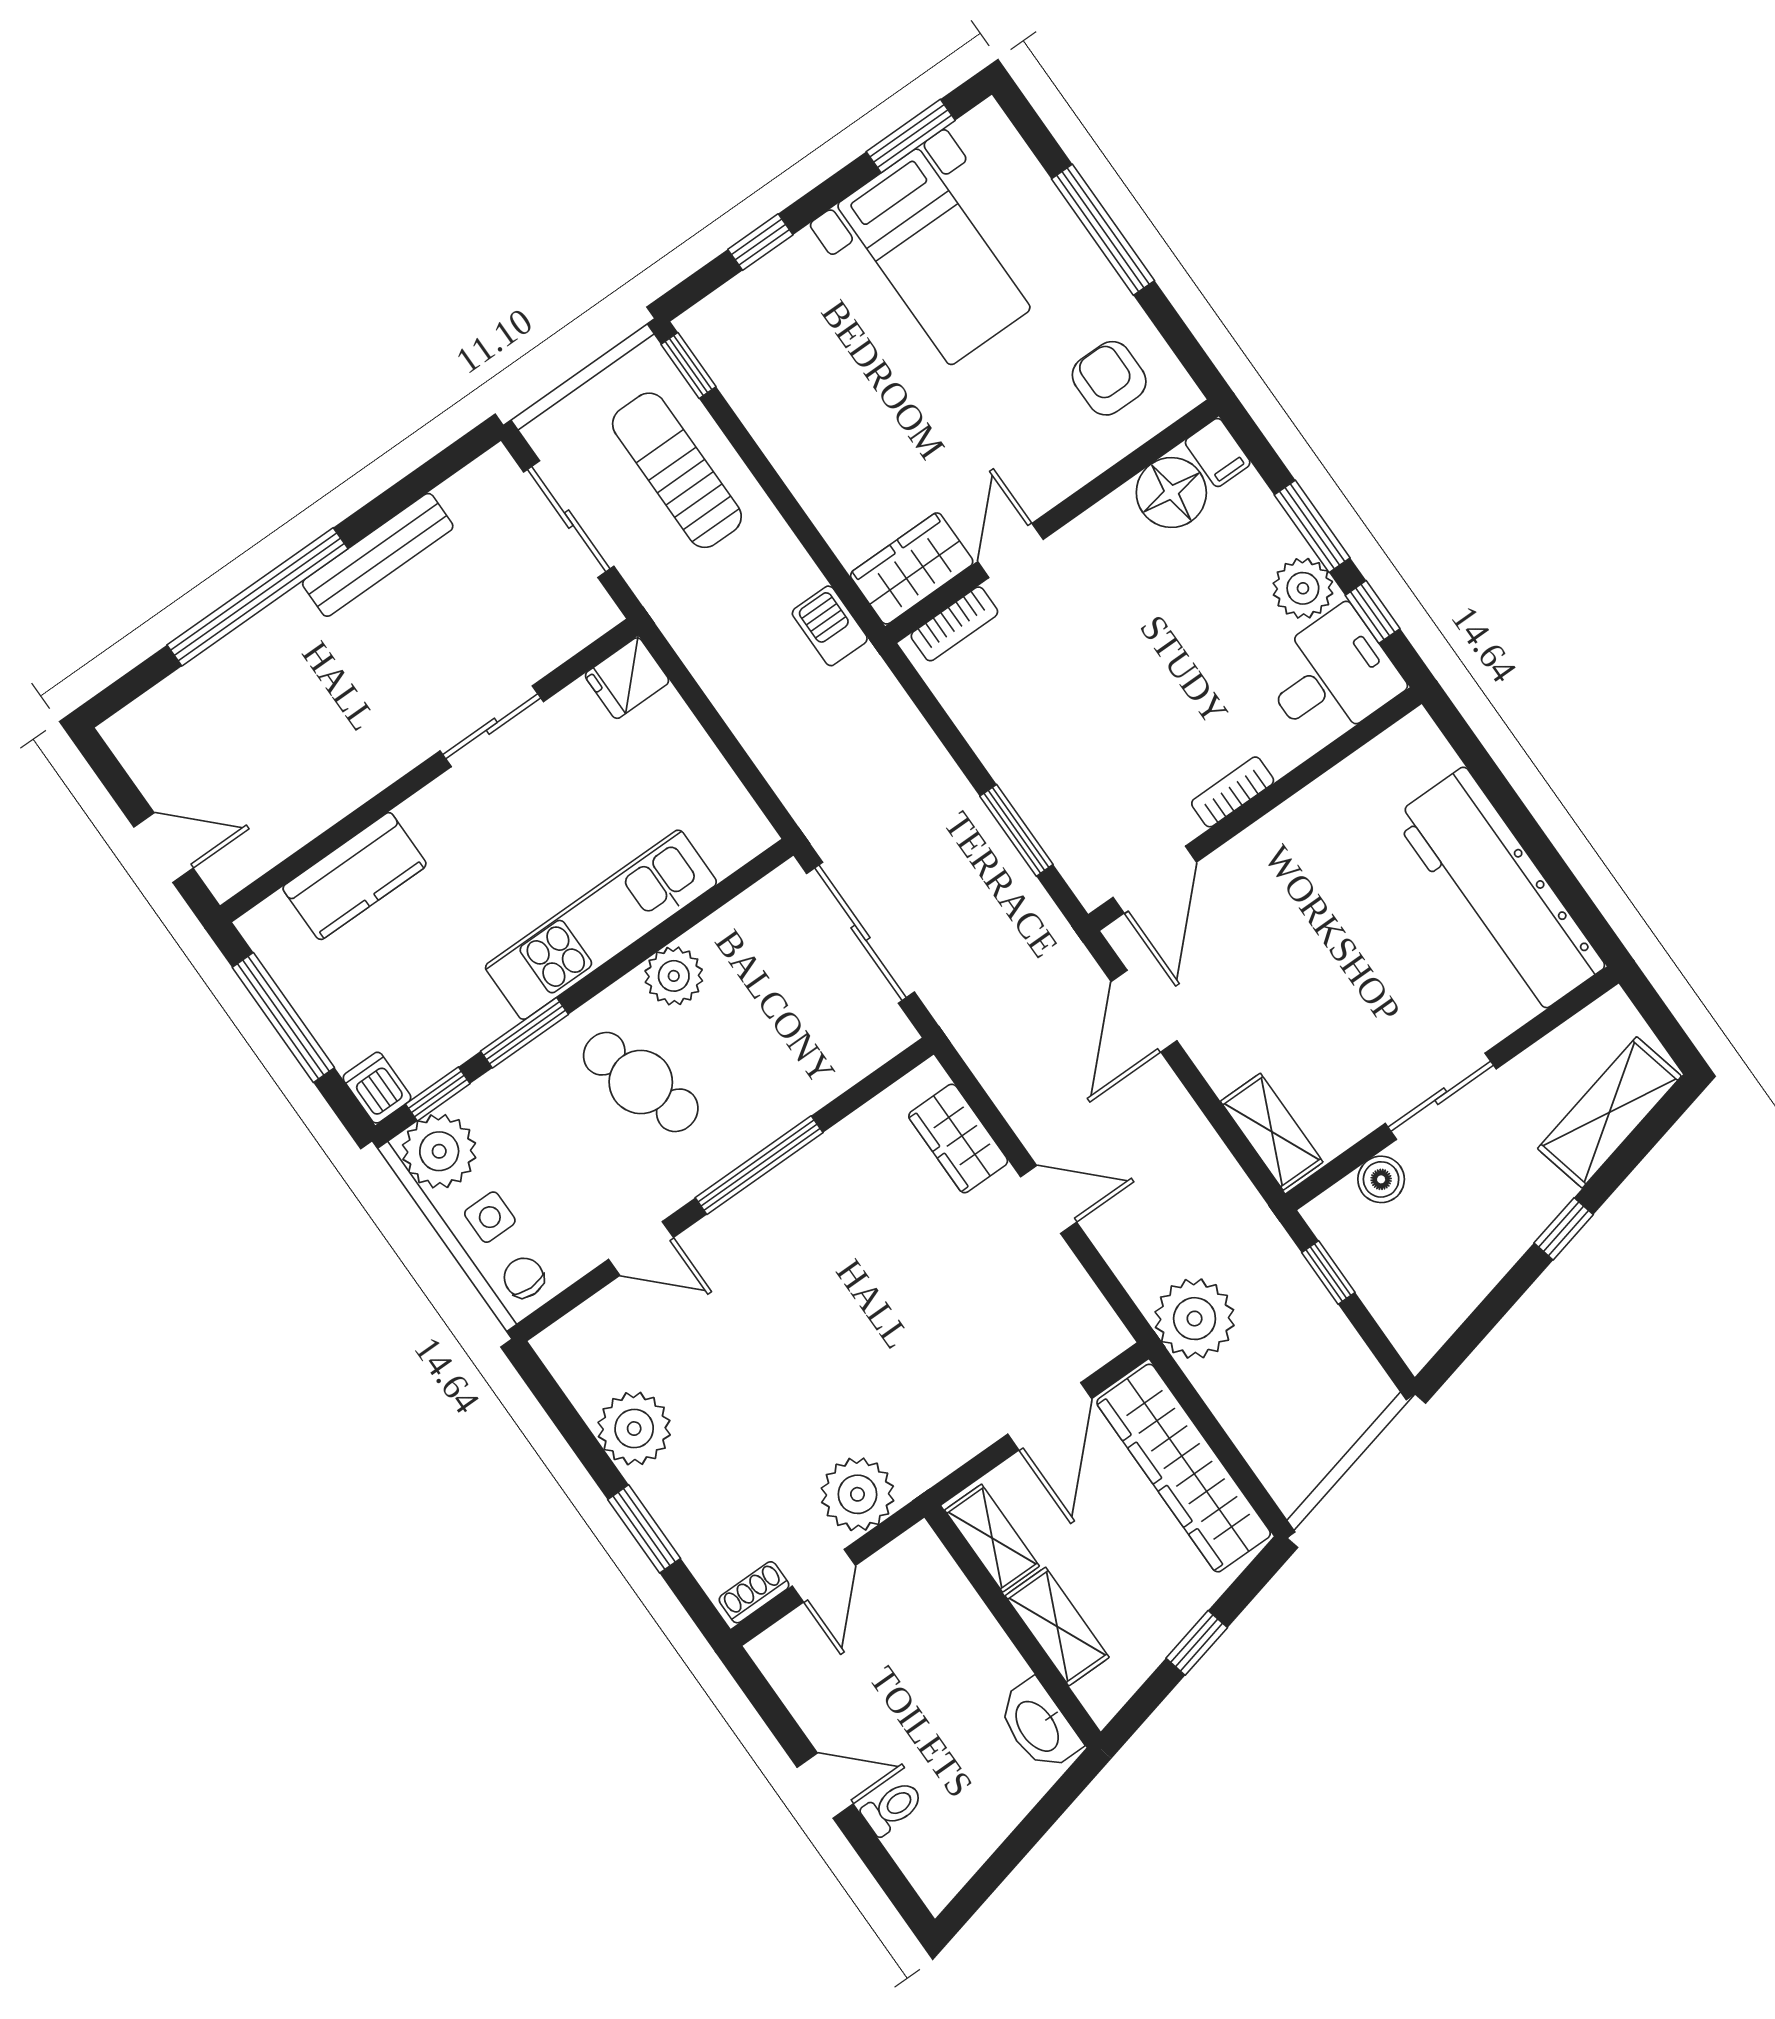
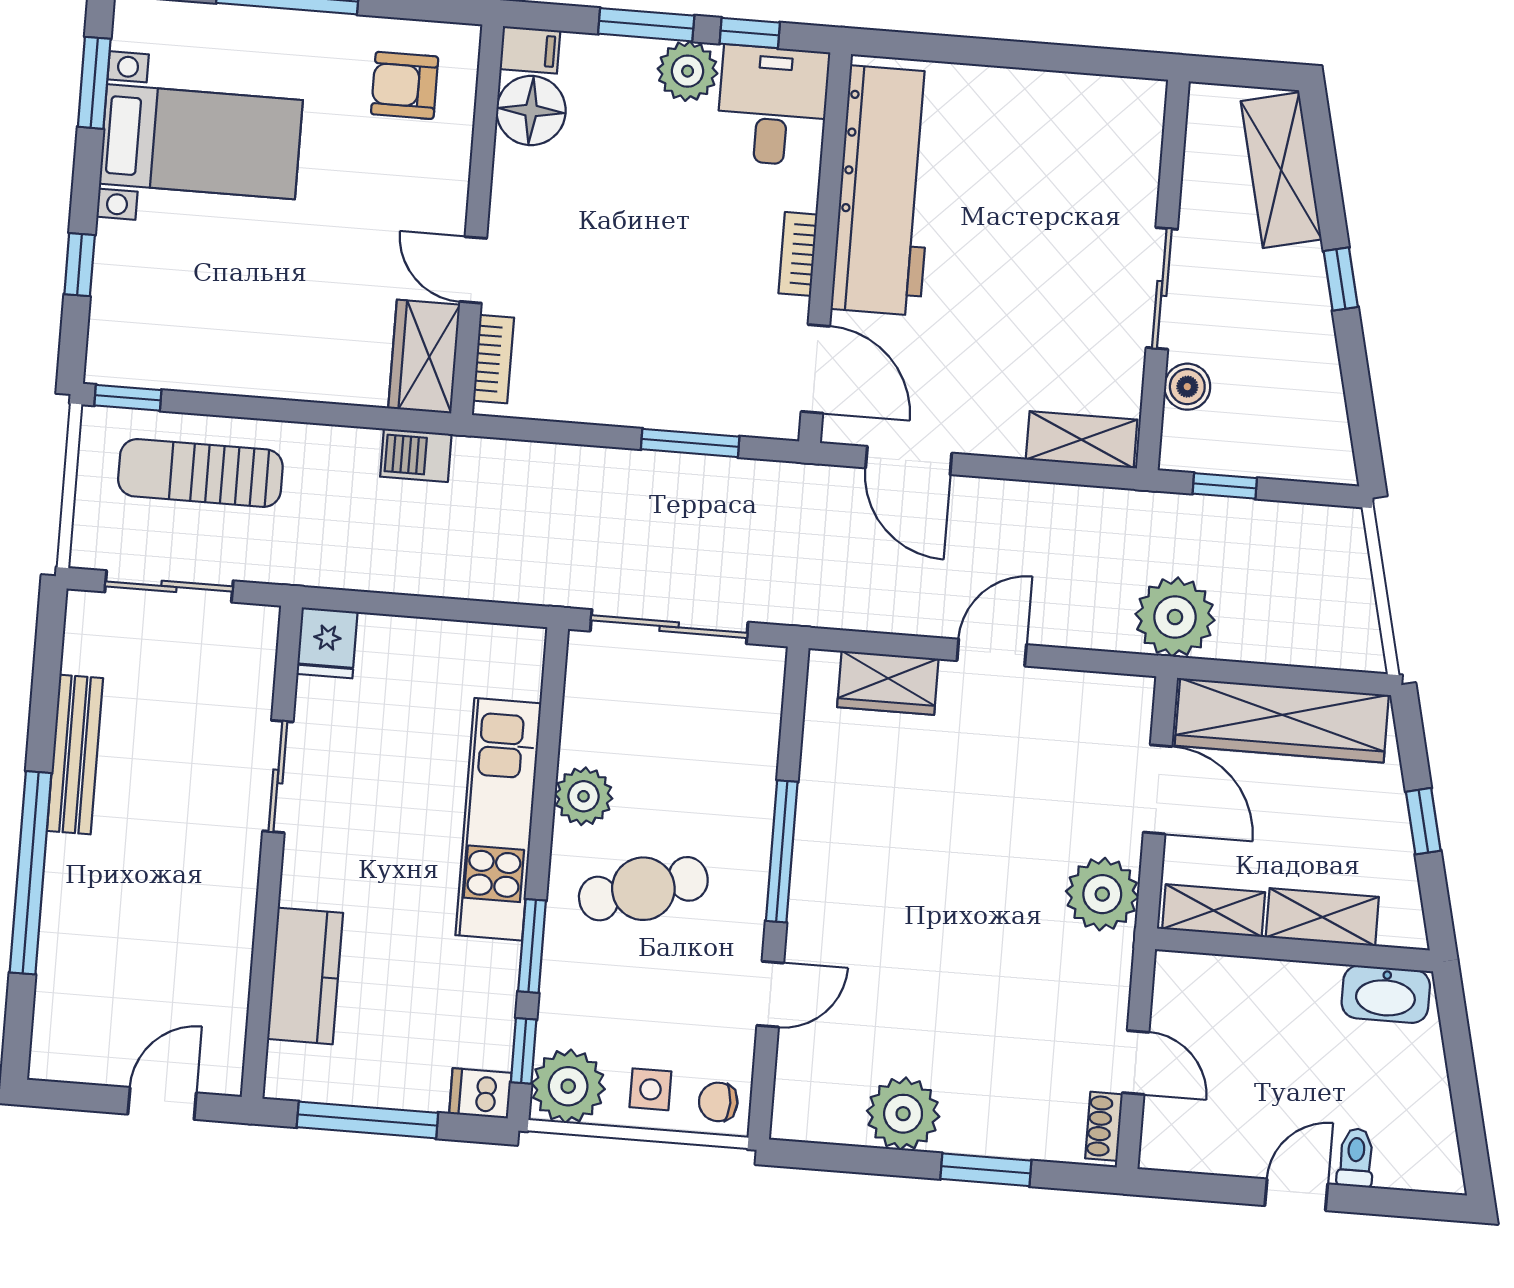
workbench: (1499, 892) -> (885, 191), moved, turned -90
plant: (857, 1494) -> (1102, 894), moved

